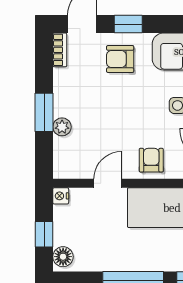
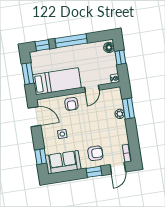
window: (44, 112) -> (128, 108), moved

